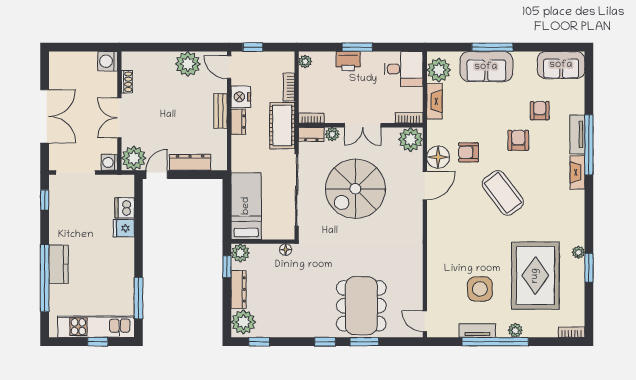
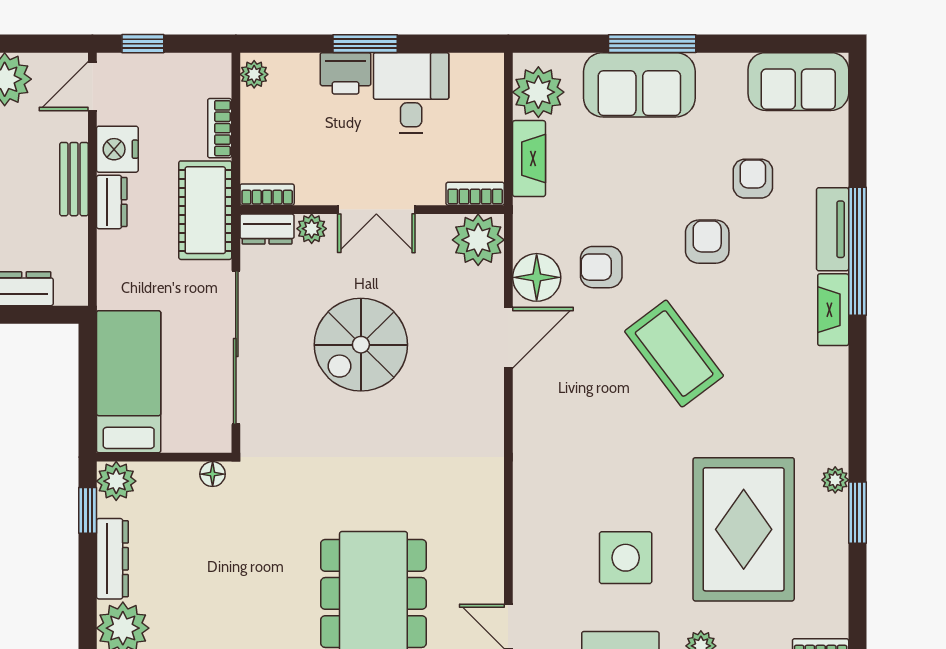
door: (229, 67) -> (92, 86), hinge flipped
desk: (404, 69) -> (411, 93), moved, turned -90
spiral stairs: (355, 189) -> (361, 345), width x0.73, depth x0.73

